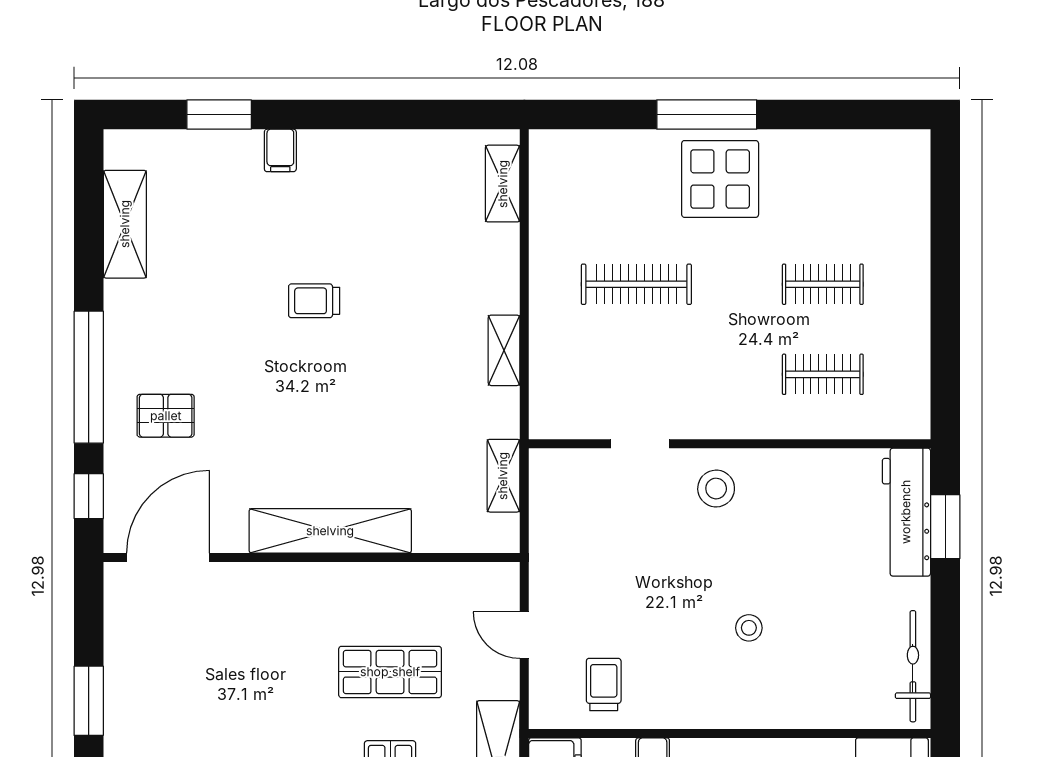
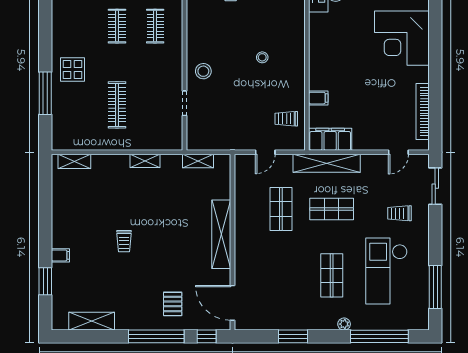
window: (707, 115) -> (45, 93), moved
display table: (720, 179) -> (72, 69), width x0.73, depth x0.73

